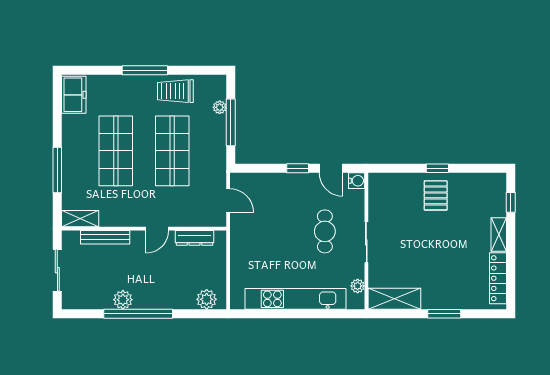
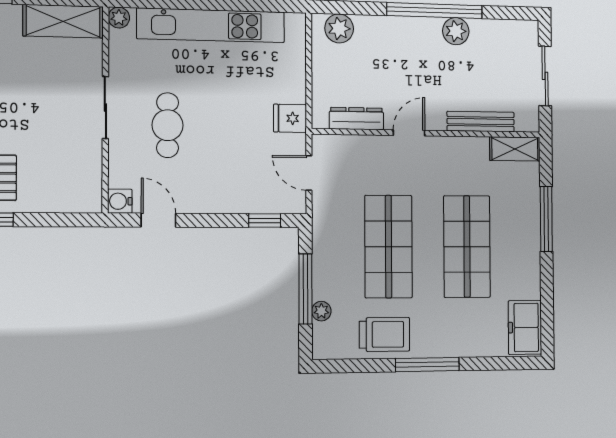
window: (298, 168) -> (265, 220), moved
fridge: (241, 237) -> (290, 118), added
plant: (358, 286) -> (119, 18), moved

